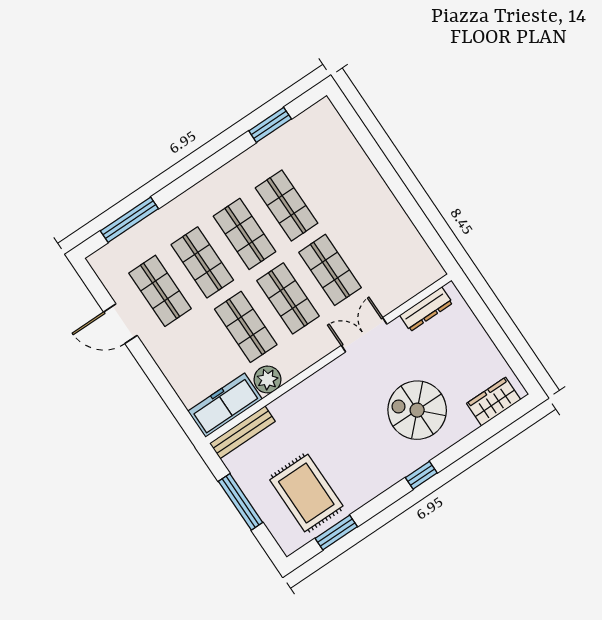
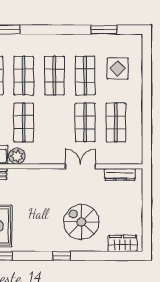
display table: (325, 166) -> (118, 68), added
shop shelf: (288, 298) -> (116, 122), moved

